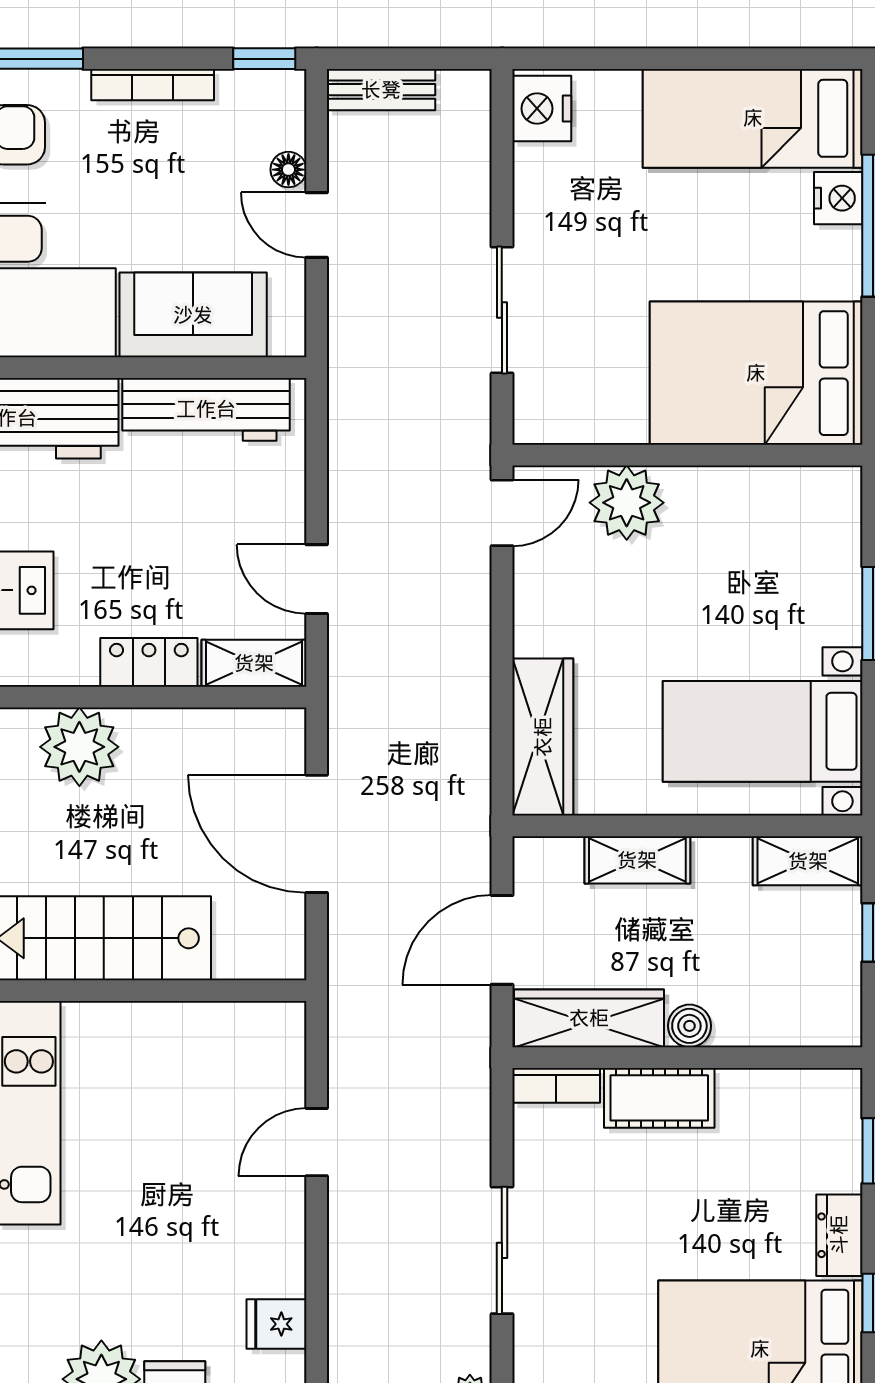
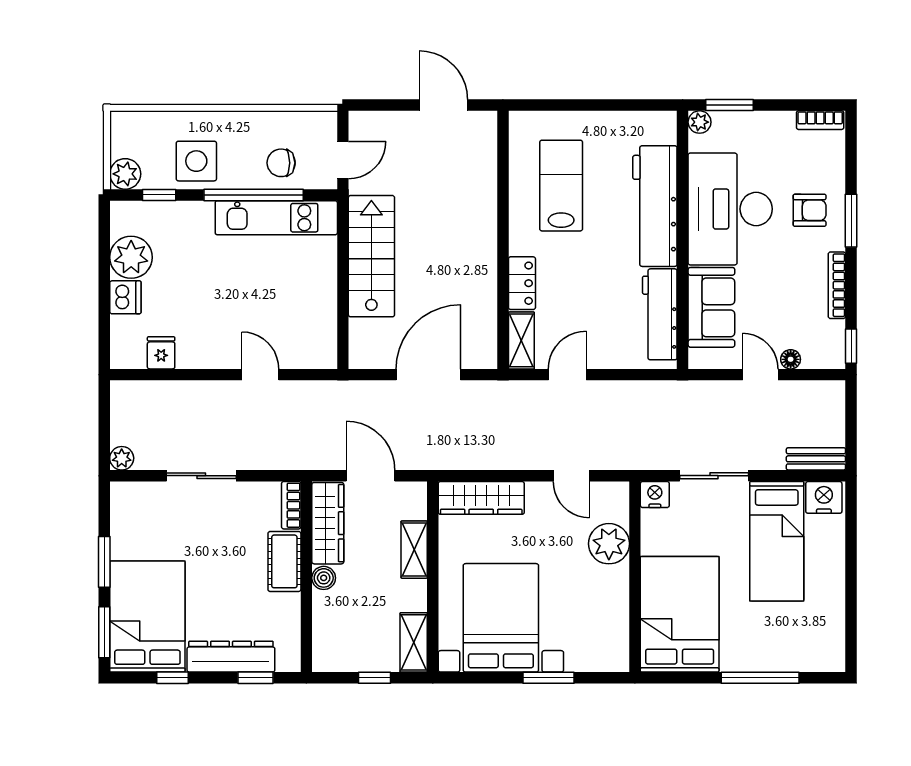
bench: (381, 90) -> (816, 459), moved, turned 90
bed: (753, 118) -> (777, 541), moved, turned 180
nightstand: (838, 198) -> (655, 495), moved, turned 180
door: (317, 225) -> (760, 375), hinge flipped
door: (502, 513) -> (571, 476), moved
bed with nightstands: (763, 731) -> (501, 618), width x1.36
plant: (79, 747) -> (476, 245), removed
dresser: (839, 1235) -> (231, 657), width x1.96, depth x1.24

